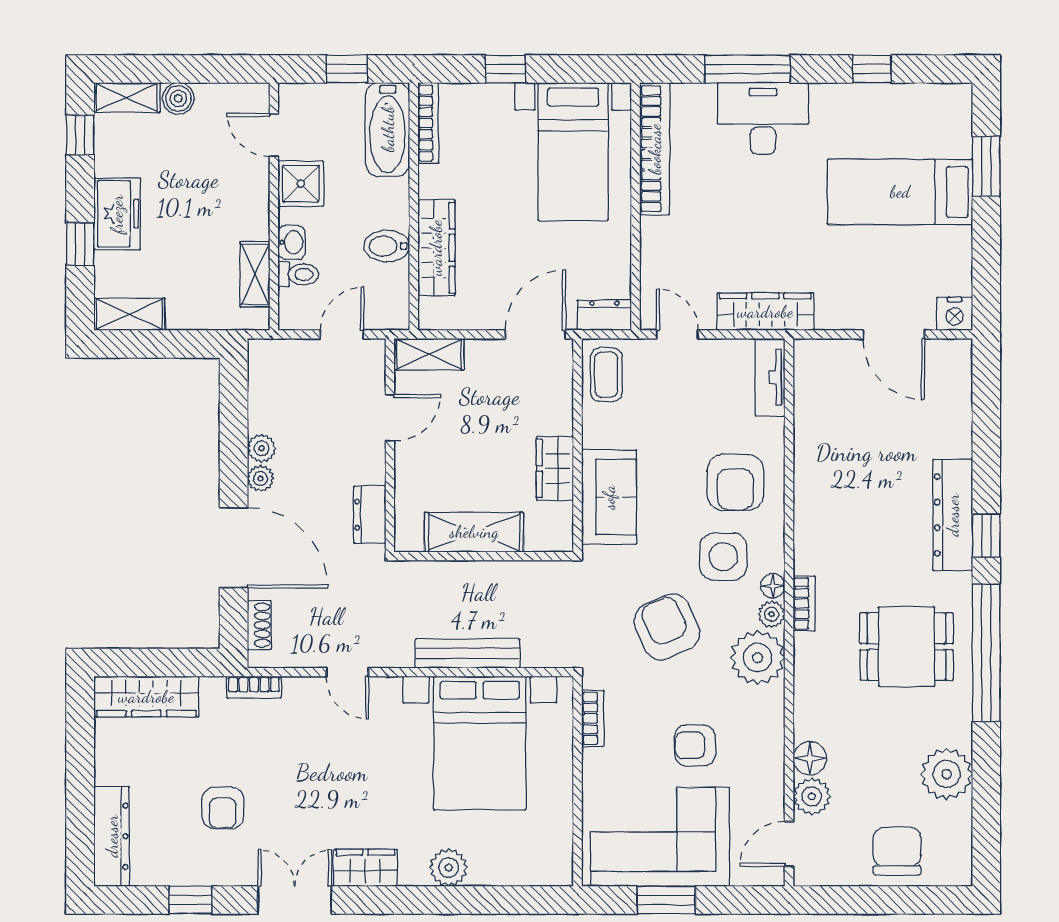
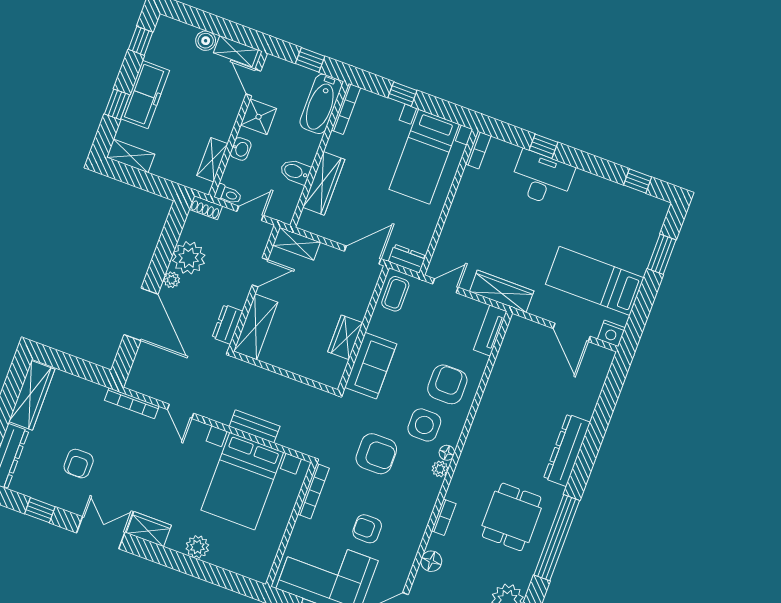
window: (747, 69) -> (543, 146), width x0.46
window: (872, 69) -> (638, 181), moved
shelving: (127, 97) -> (236, 51), moved
bookcase: (655, 149) -> (478, 150), width x0.43, depth x0.76
bed: (900, 192) -> (595, 281), moved
freezer: (117, 214) -> (145, 95), width x1.40
toilet: (298, 274) -> (228, 194), moved
door: (677, 334) -> (445, 286), hinge flipped
plant: (262, 448) -> (189, 258), width x1.87, depth x1.87
armchair: (735, 482) -> (447, 384), turned 180
shelving: (474, 532) -> (256, 327), moved, turned 90
window: (986, 536) -> (582, 469), removed
bookcase: (804, 603) -> (444, 517), moved
shoe rack: (259, 625) -> (206, 208), moved, turned 90
armchair: (667, 627) -> (376, 454), turned 114
dining table: (907, 647) -> (512, 517), turned 90
bench: (468, 653) -> (255, 426), width x0.73
plant: (758, 658) -> (423, 491), removed
bookcase: (254, 687) -> (132, 403), width x1.56
wardrobe: (146, 697) -> (32, 395), moved, turned -90
bookcase: (593, 718) -> (313, 491), width x1.56
plant: (812, 796) -> (424, 584), removed

